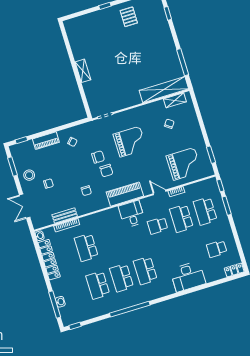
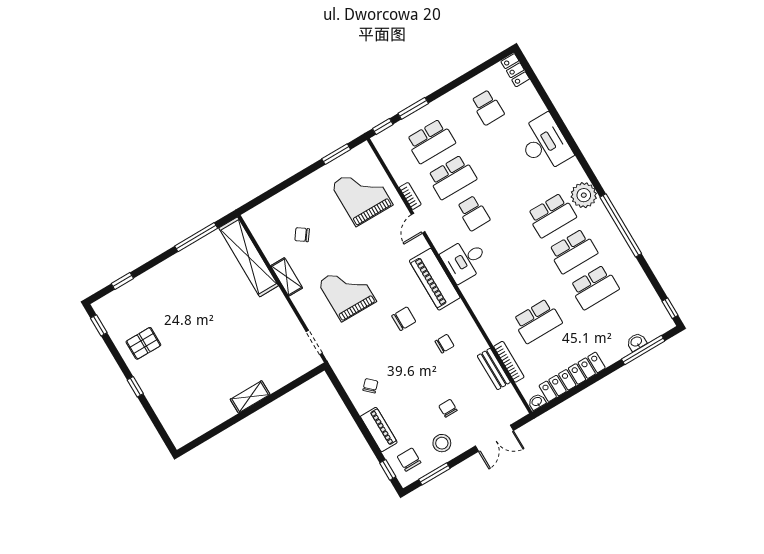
shelving: (175, 100) -> (287, 277), moved
chair: (98, 157) -> (409, 460), moved
plant: (152, 292) -> (584, 195), added

